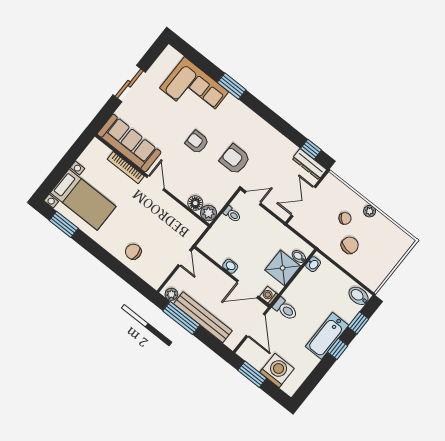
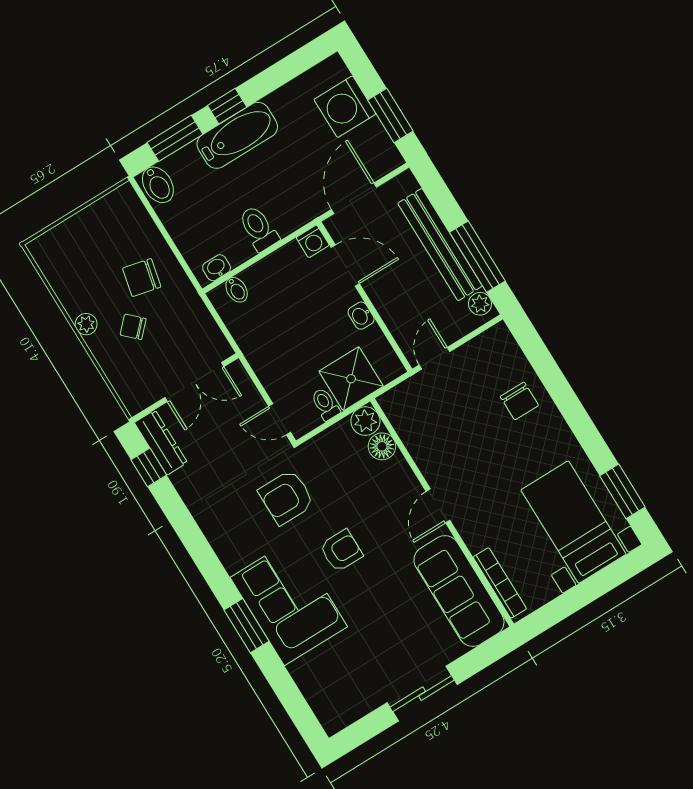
corner sofa: (194, 90) -> (289, 602), moved
armchair: (197, 142) -> (341, 551), turned -90
armchair: (235, 159) -> (286, 497), turned 90
bookcase: (126, 168) -> (500, 583), moved
shower: (283, 268) -> (351, 379), moved
toilet: (285, 309) -> (259, 228), moved
window: (358, 323) -> (175, 138), width x1.50

